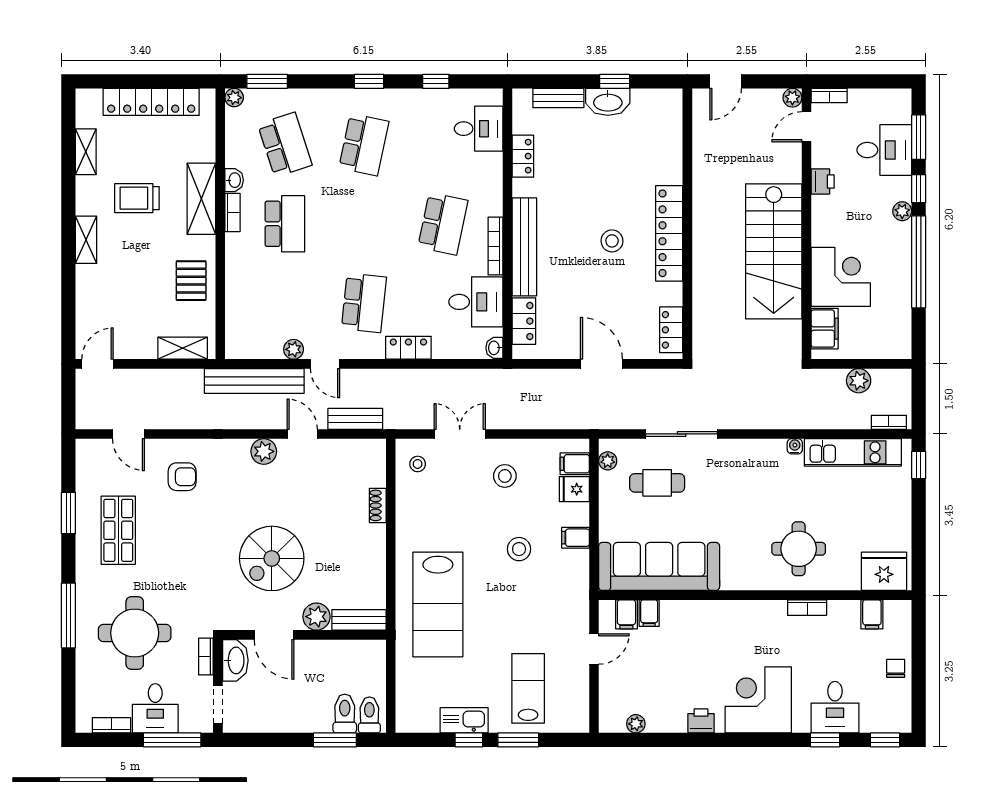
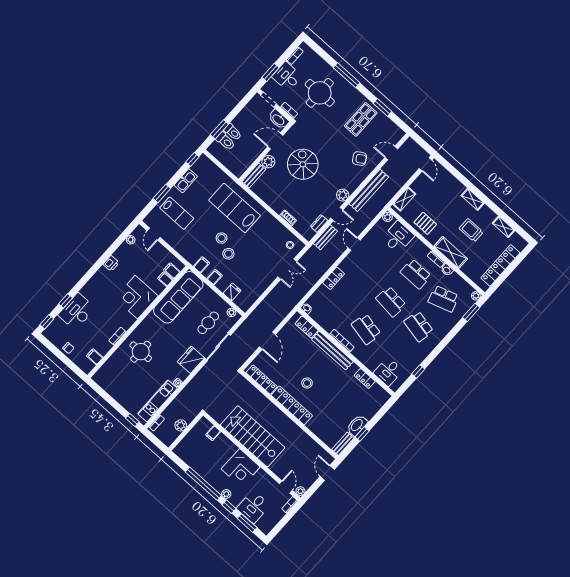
window: (369, 81) -> (439, 348), removed
bench: (558, 98) -> (343, 444), moved
printer: (823, 181) -> (262, 475), removed
trolley: (137, 198) -> (471, 230), turned -90
corner desk: (841, 277) -> (241, 468), moved
desk: (476, 302) -> (398, 237), moved, turned 180
school desk: (364, 303) -> (391, 302), moved
filing cabinet: (825, 329) -> (213, 433), width x0.50
locker: (671, 330) -> (262, 380), width x1.53
plant: (294, 349) -> (388, 217), moved
door: (325, 364) -> (354, 244), hinge flipped
door: (601, 364) -> (267, 341), hinge flipped
bench: (254, 381) -> (369, 190), moved
dresser: (342, 449) -> (319, 223), added
filing cabinet: (575, 464) -> (201, 265), moved
stool: (505, 476) -> (222, 238), moved
armchair: (182, 477) -> (359, 159), turned -121
shop shelf: (118, 530) -> (361, 119), turned 90
fridge: (884, 571) -> (191, 360), moved, turned 180
door: (594, 649) -> (154, 234), moved
corner desk: (758, 700) -> (136, 297), moved, turned 180
desk: (835, 707) -> (77, 312), width x1.37
toilet: (369, 715) -> (233, 132), moved
window: (172, 740) -> (271, 72), width x0.69
window: (469, 740) -> (192, 159), moved

